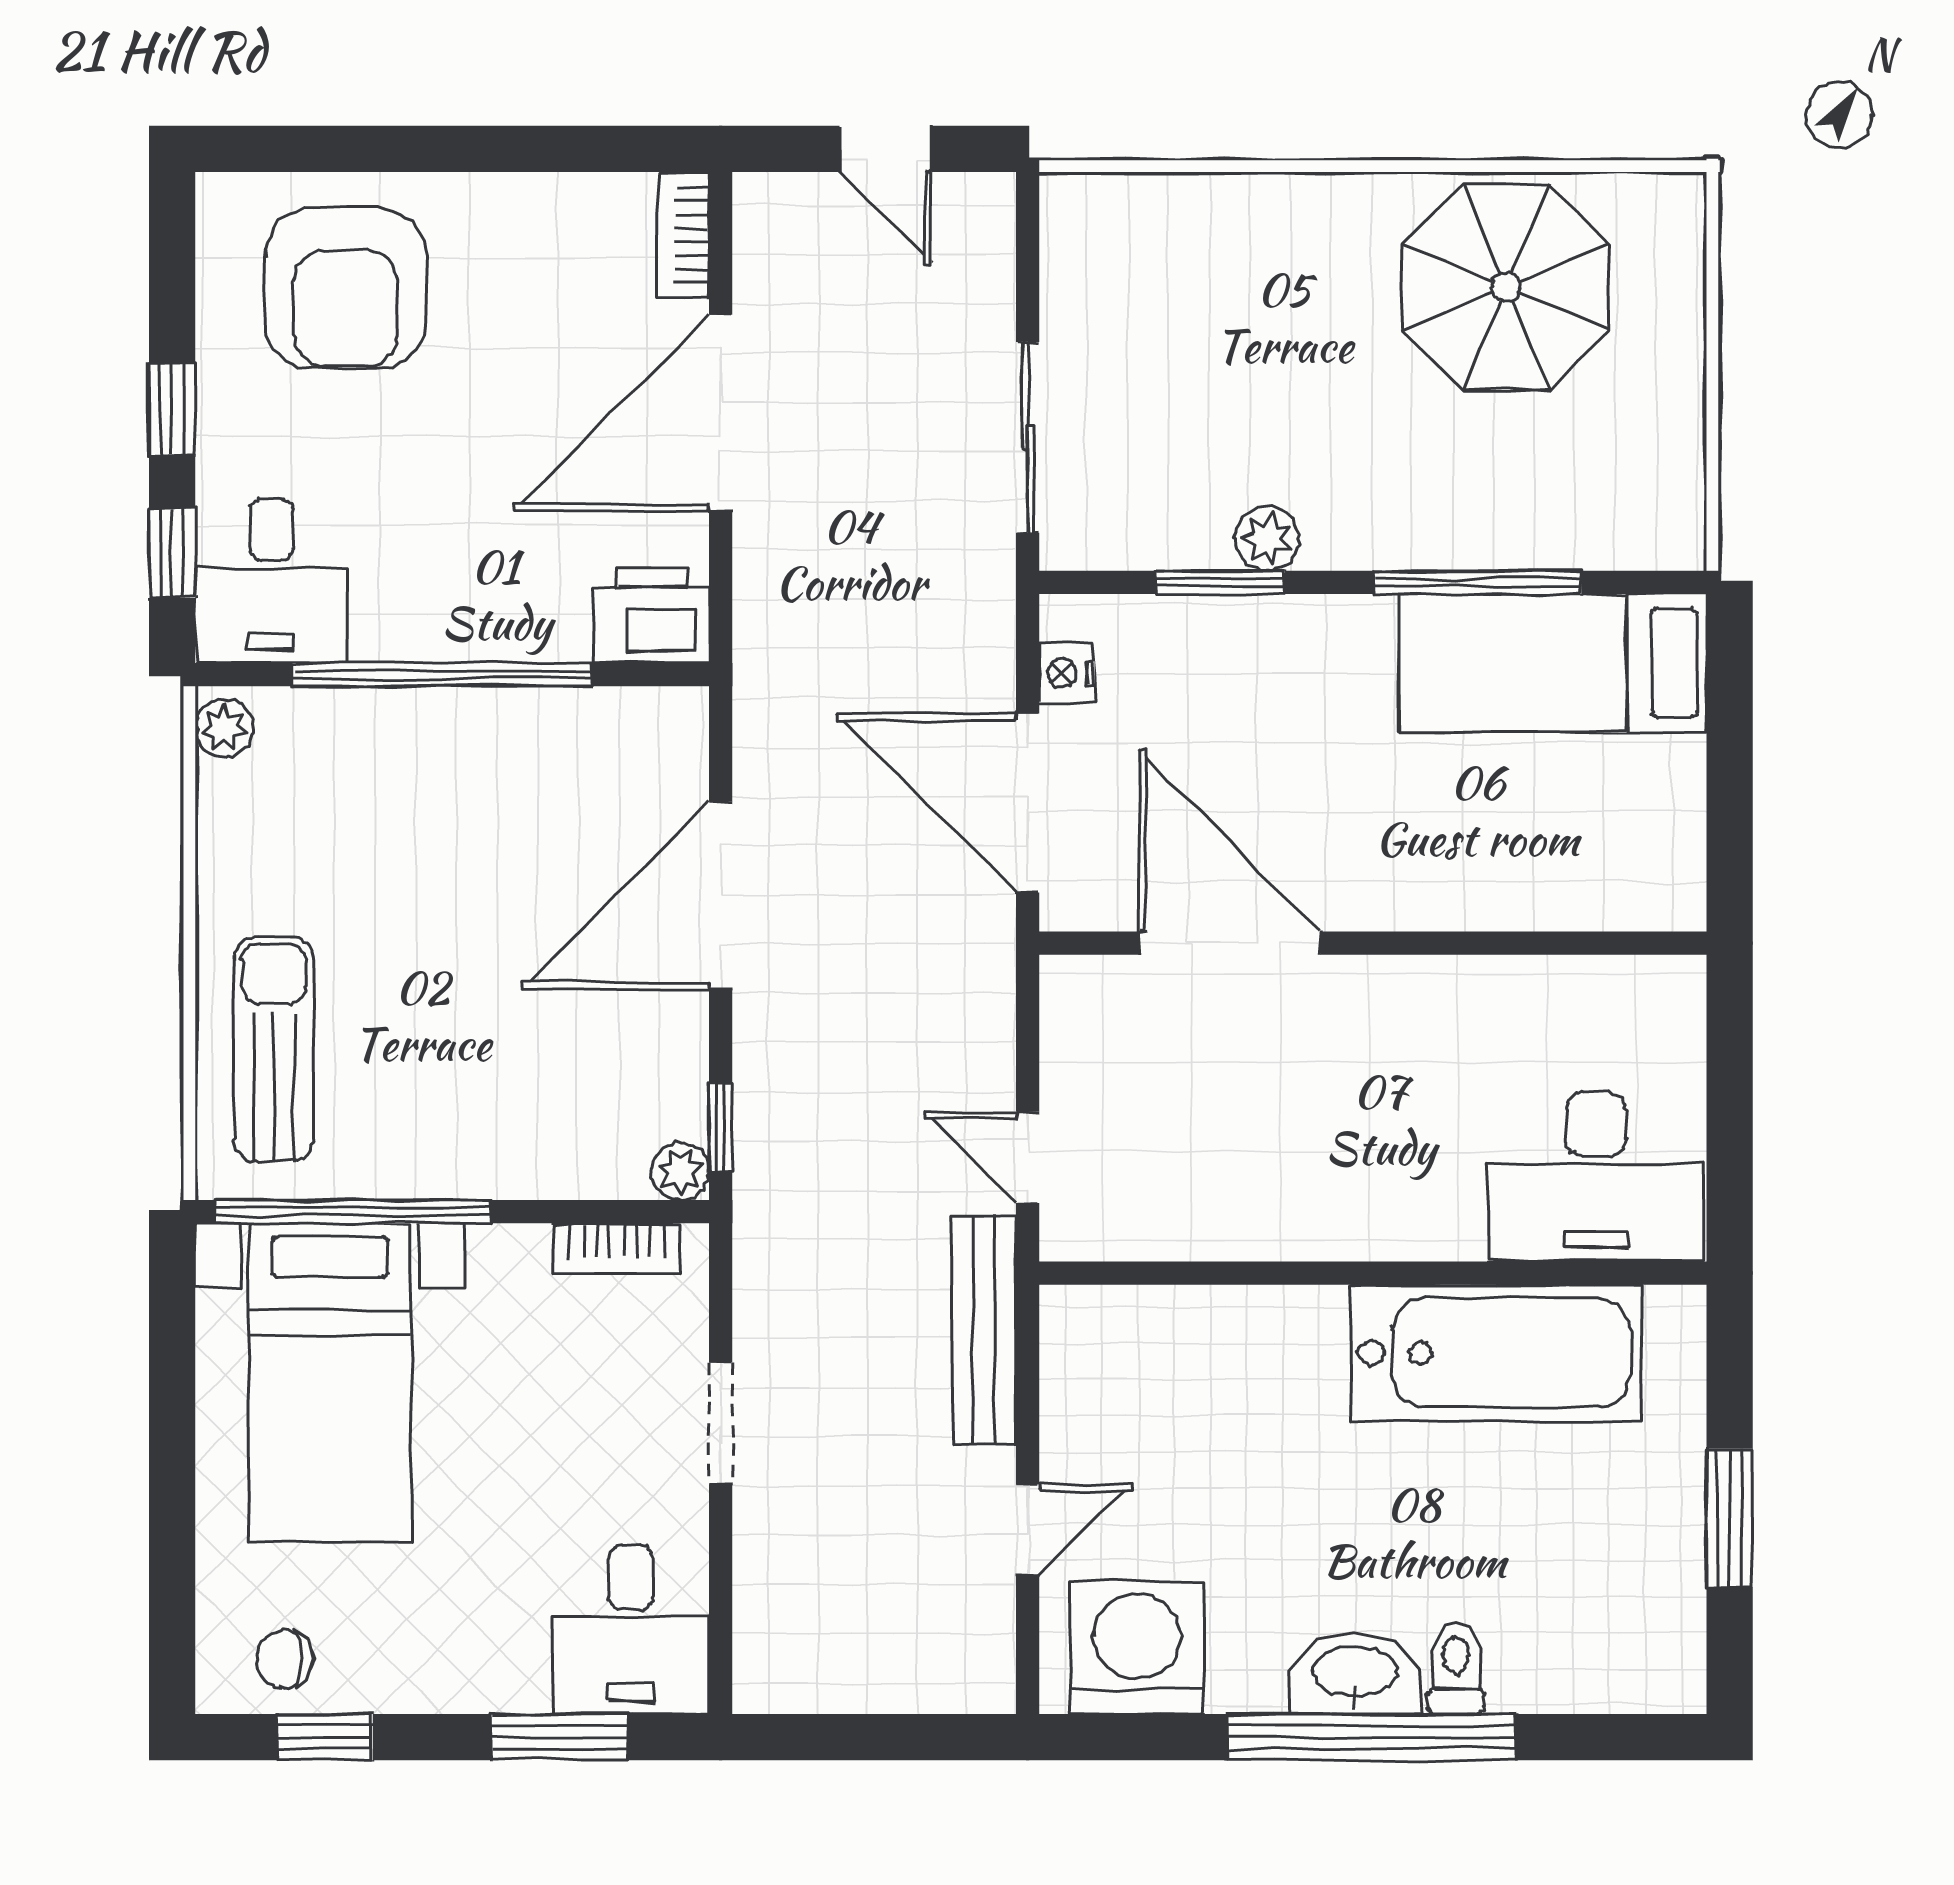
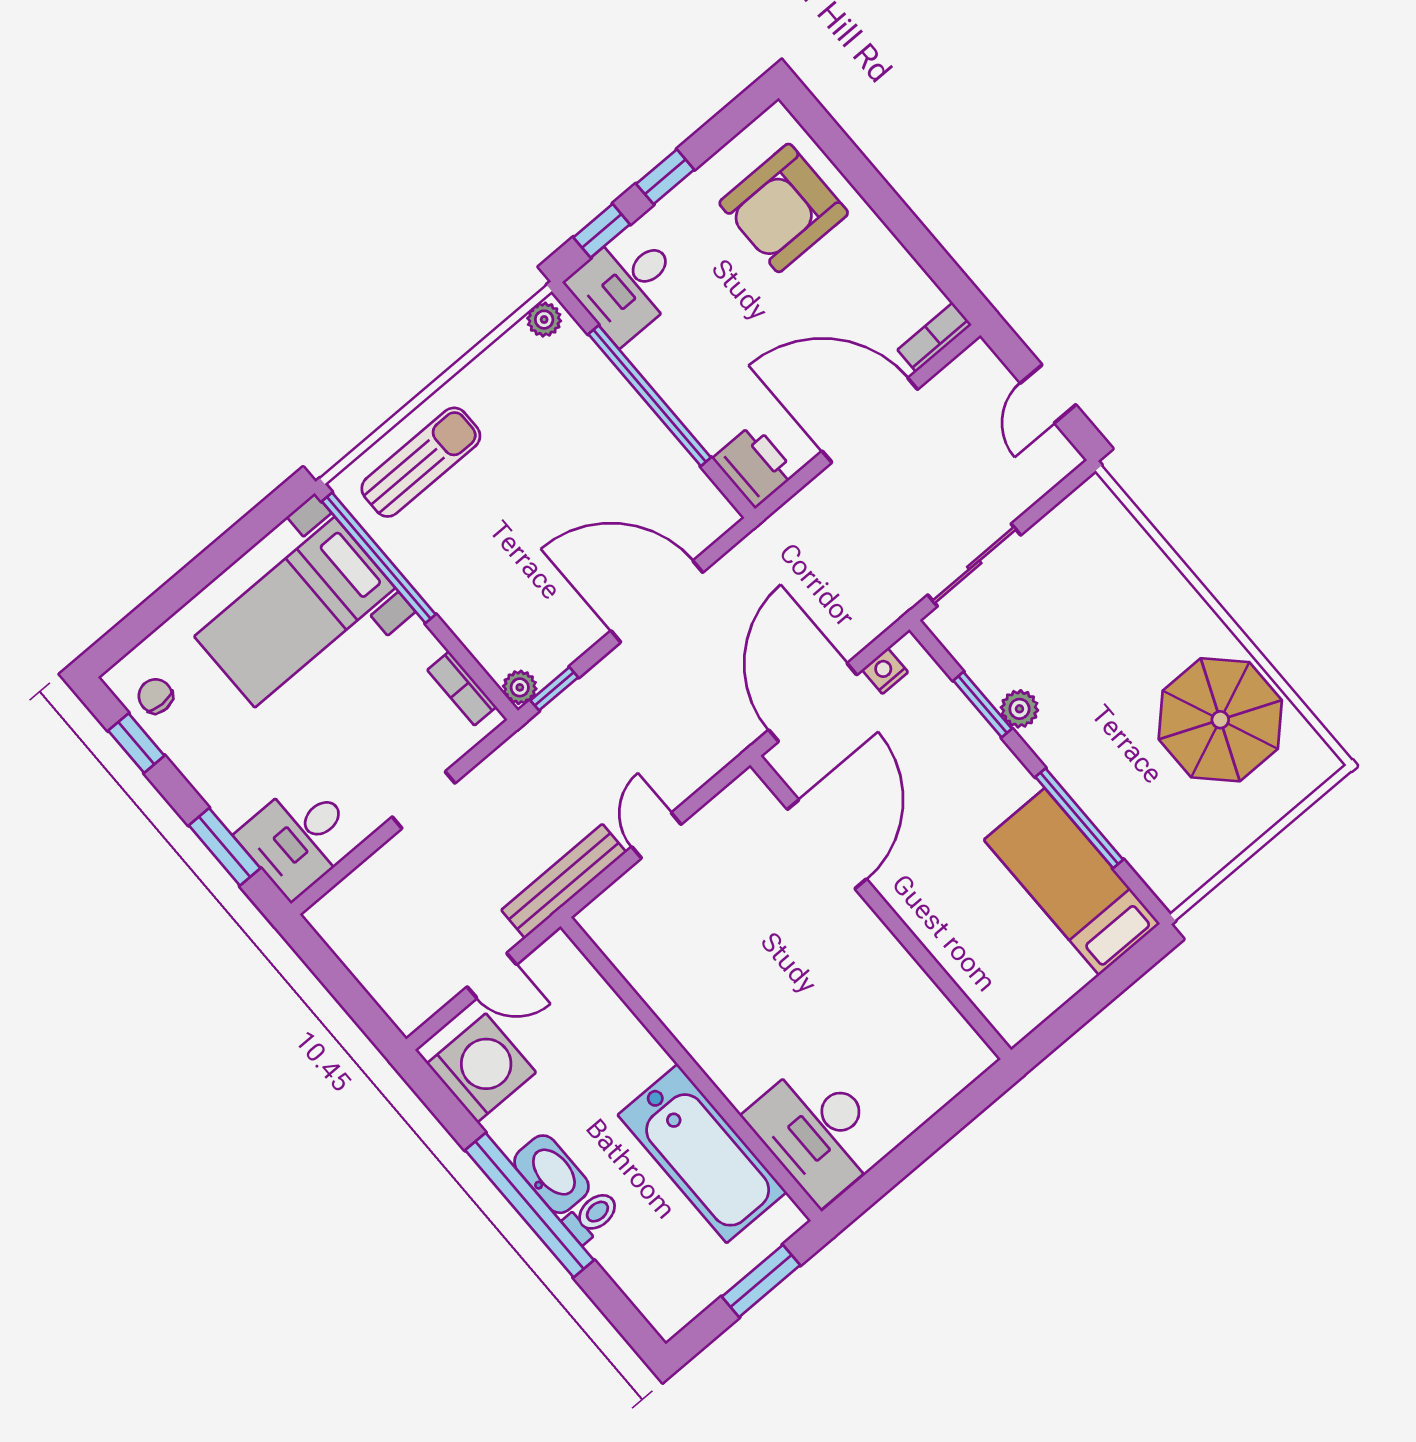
desk: (1596, 1177) -> (817, 1131), moved
wall: (1373, 1273) -> (691, 1069), moved
bathtub: (1496, 1353) -> (702, 1154), moved

